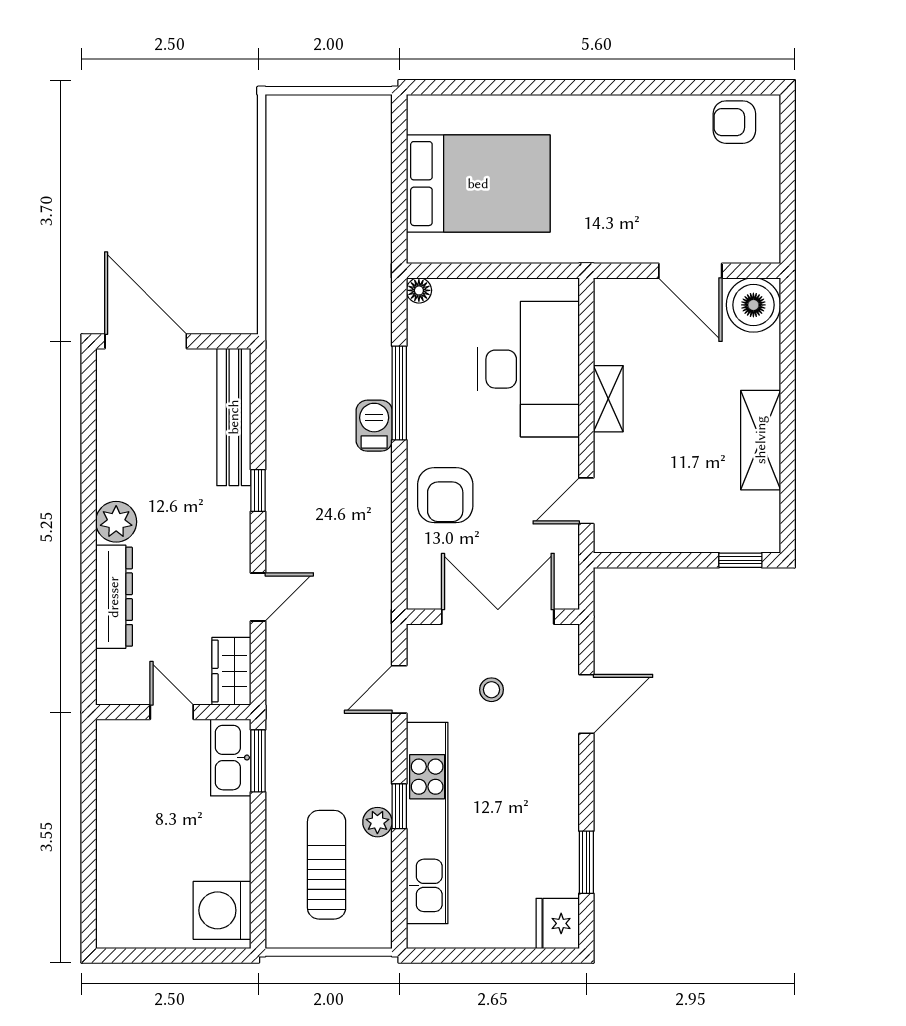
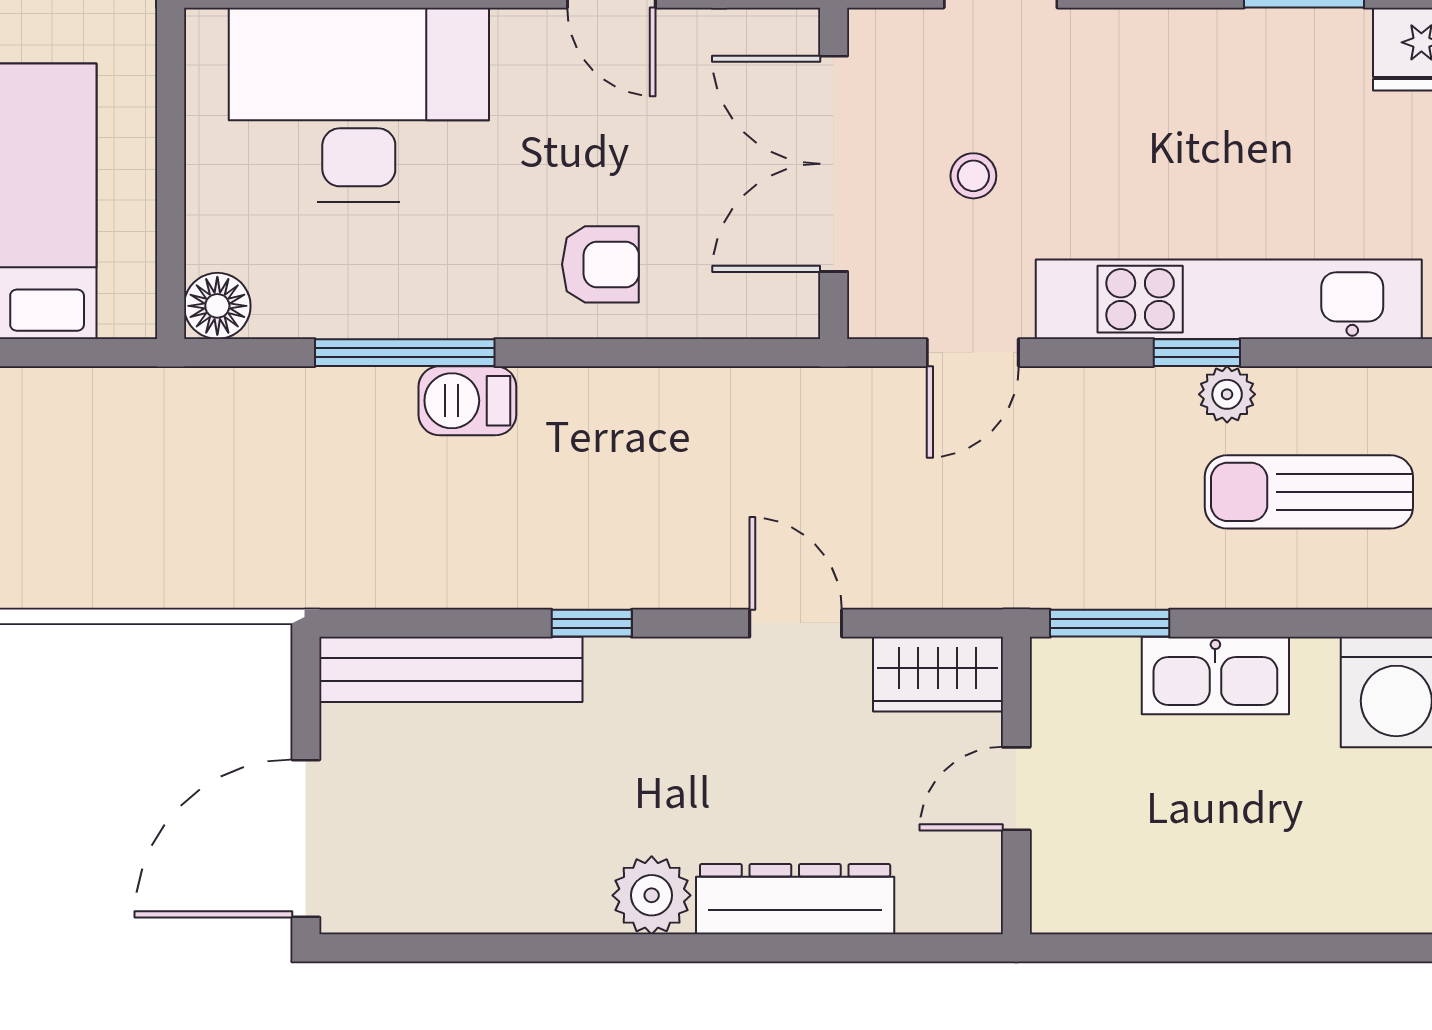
floor lamp: (419, 290) -> (217, 306), width x1.37, depth x1.37
armchair: (445, 495) -> (600, 264), width x0.72, depth x0.72
door: (399, 689) -> (973, 353), hinge flipped
kitchen sink: (231, 758) -> (1215, 676), moved

